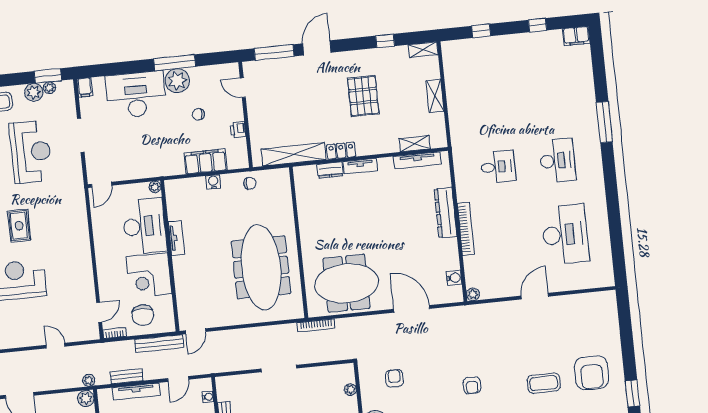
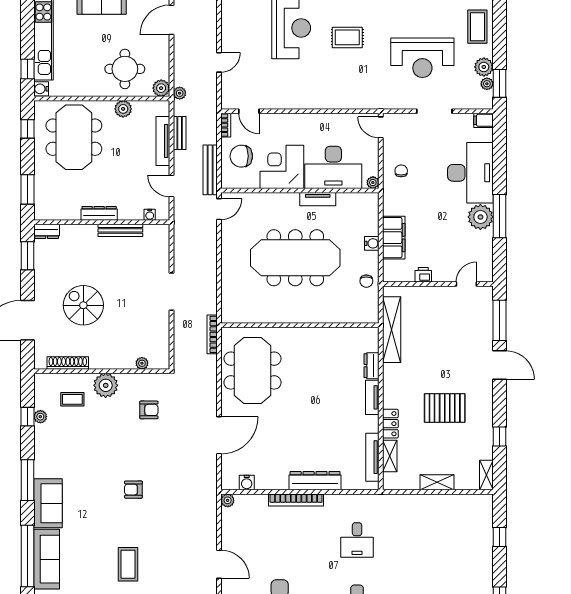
chair: (198, 114) -> (401, 171), moved
locker: (341, 151) -> (390, 424), moved
meeting table: (261, 267) -> (295, 258), moved
door: (196, 331) -> (219, 209), swing flipped

